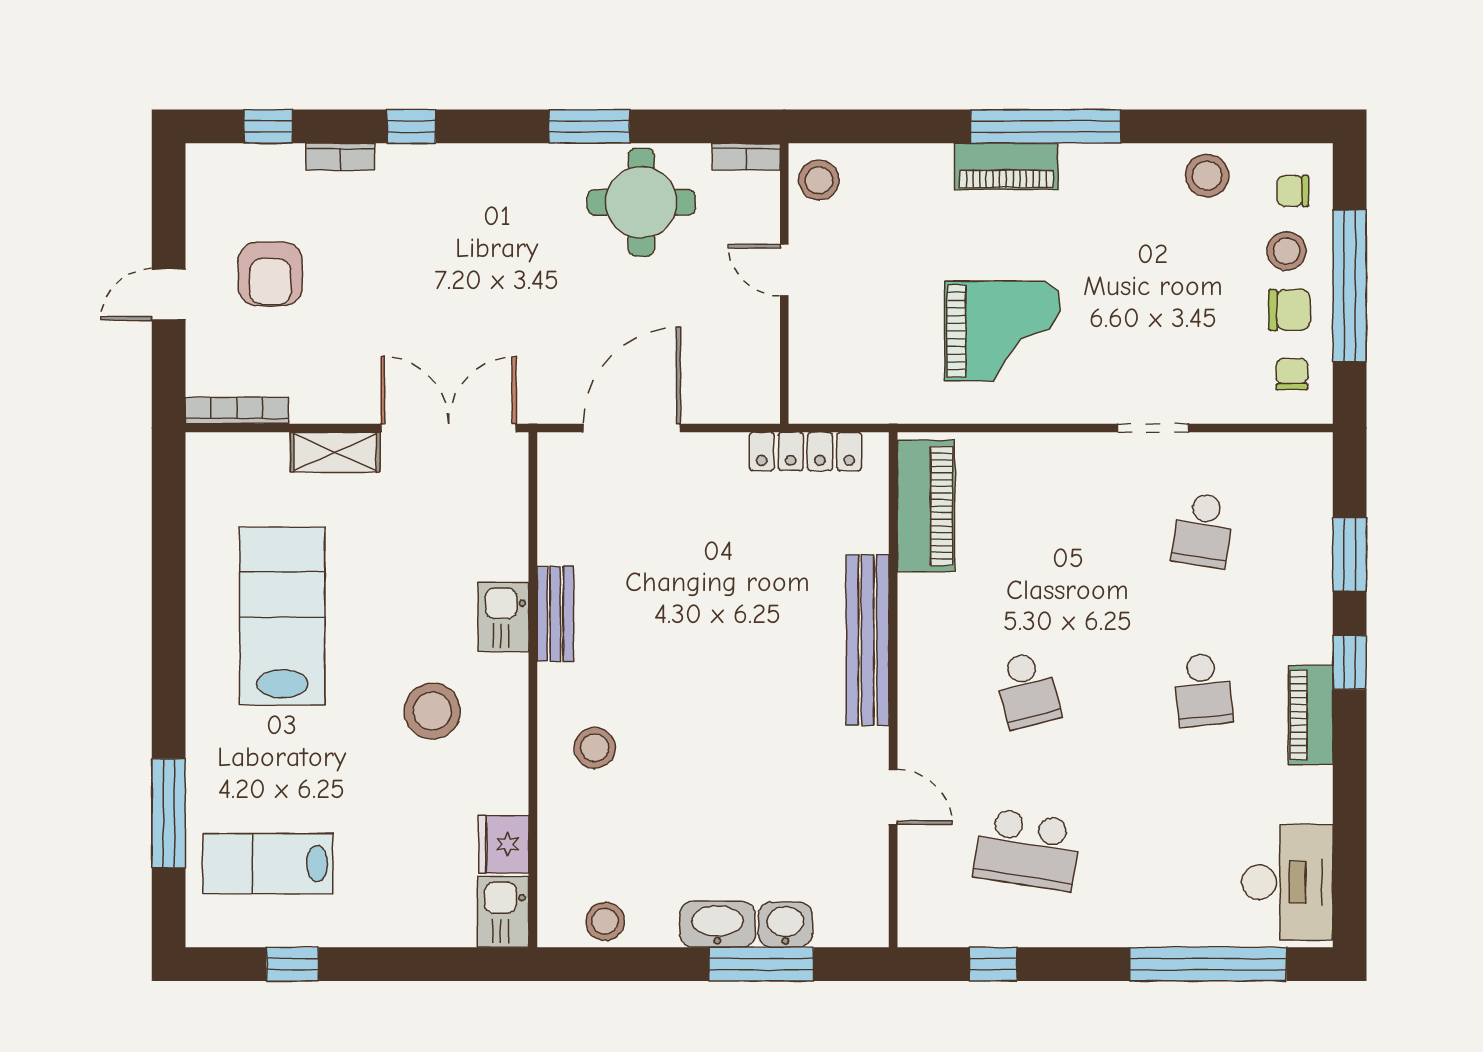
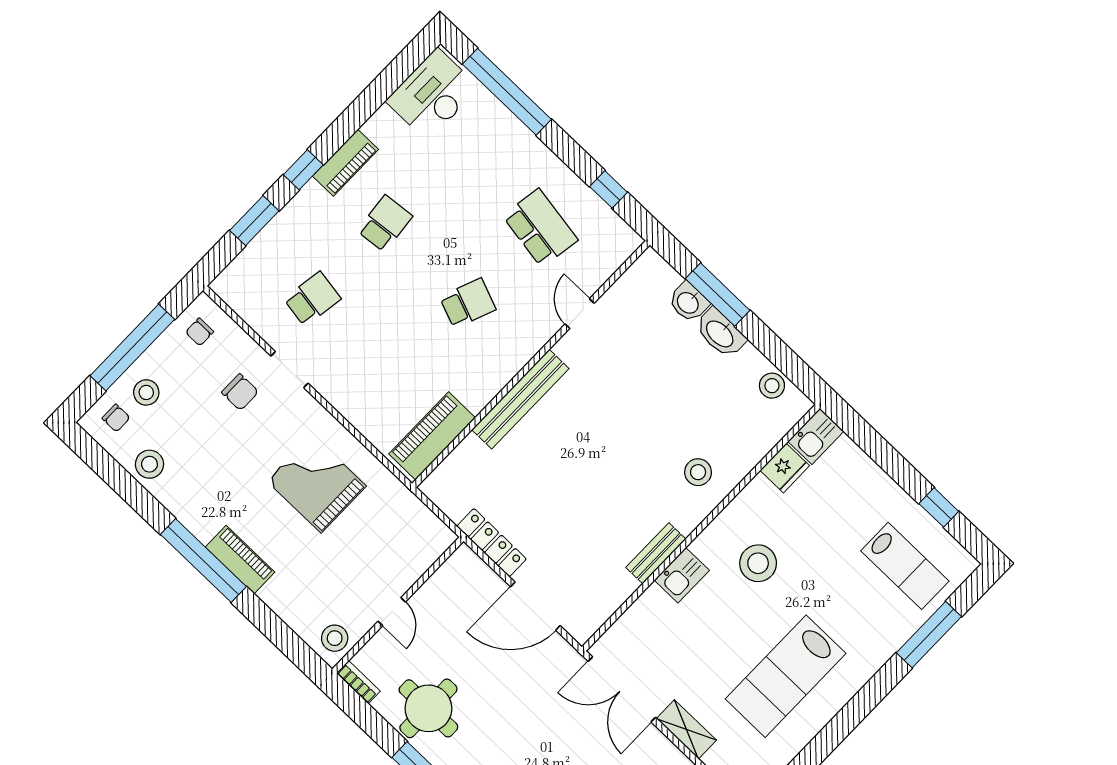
chair: (1289, 310) -> (240, 392), moved, turned 180
locker: (805, 451) -> (492, 543), moved
school desk: (1027, 690) -> (468, 303), turned 36

